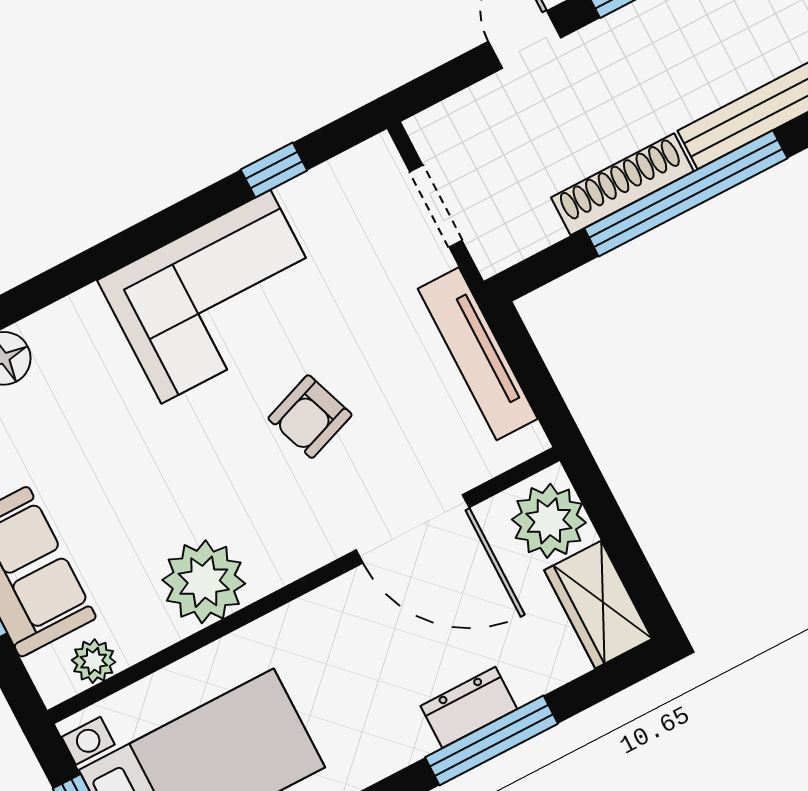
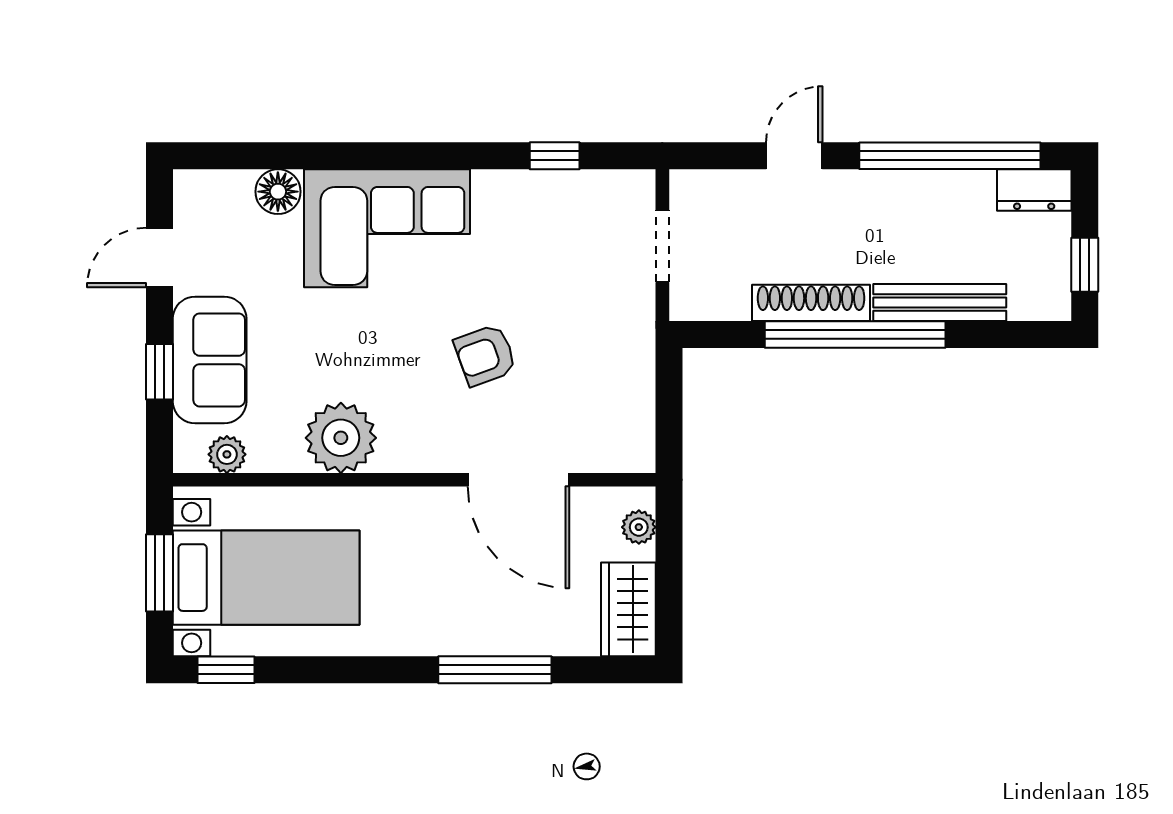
corner sofa: (216, 297) -> (387, 228), moved
tv unit: (478, 354) -> (636, 374), removed
plant: (549, 521) -> (639, 527), width x0.53, depth x0.53
dresser: (469, 707) -> (491, 636), removed

